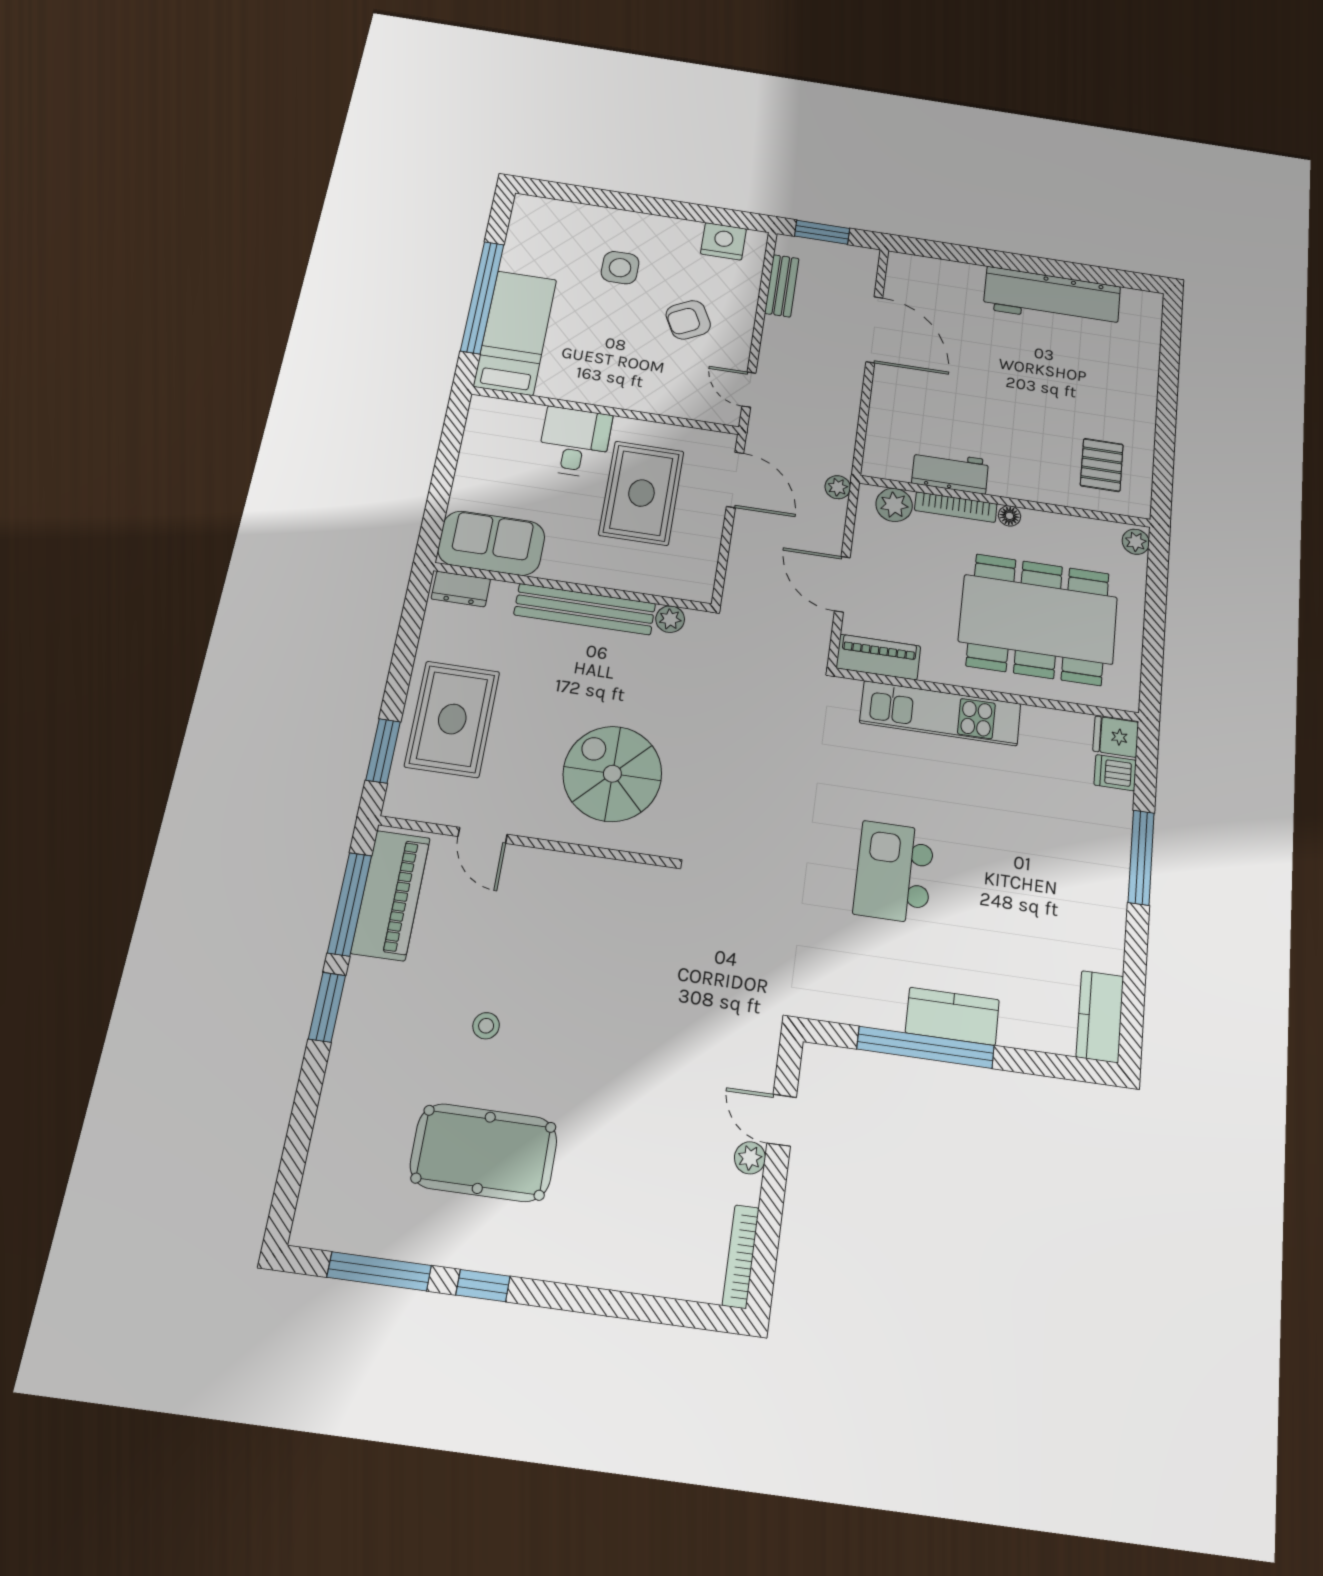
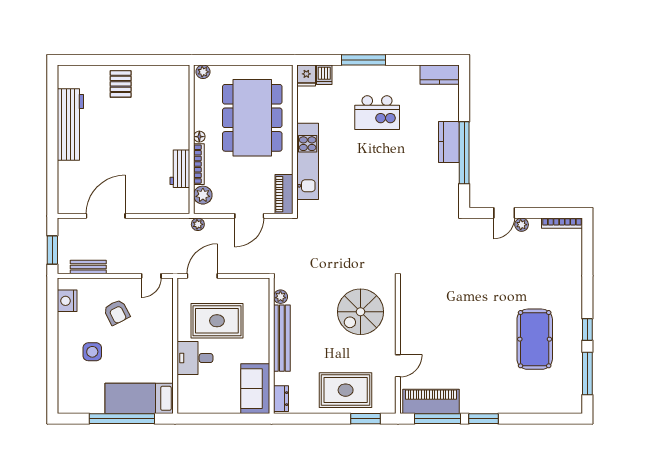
pallet: (1102, 465) -> (121, 84), moved, turned 90
kitchen island: (894, 872) -> (377, 113), moved
stool: (486, 1026) -> (482, 348), removed

